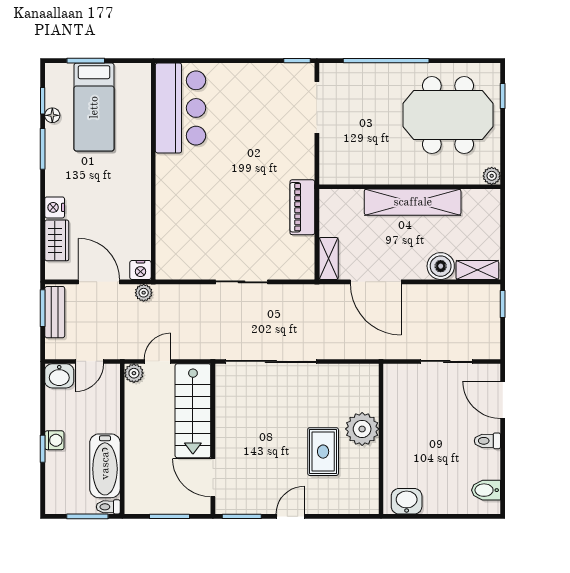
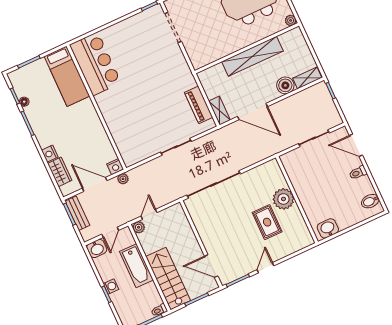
bed: (94, 107) -> (67, 76), moved
piano: (302, 207) -> (199, 105), moved
stairs: (193, 411) -> (168, 279), moved, turned 180
bathtub: (105, 466) -> (136, 266), moved

